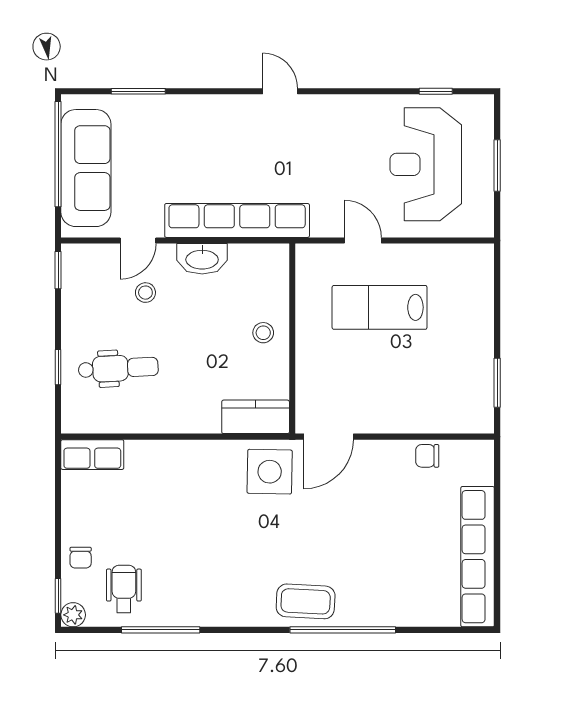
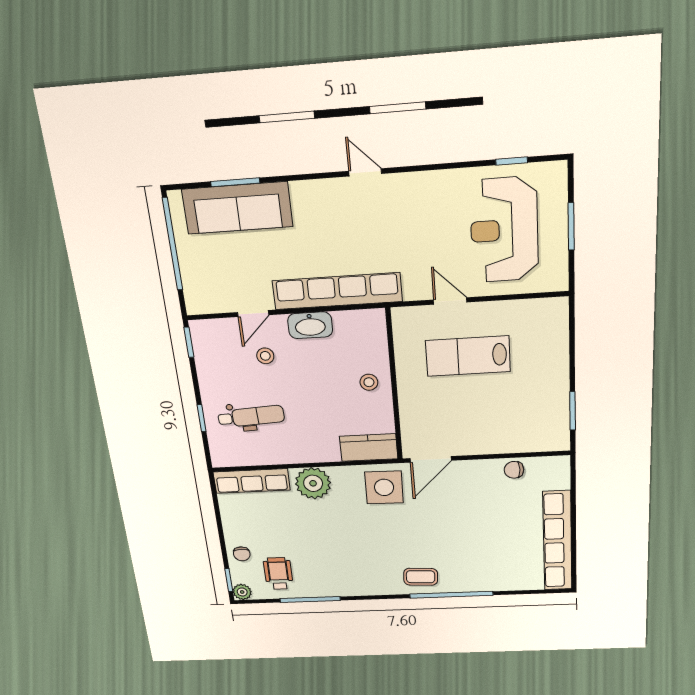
sofa: (86, 168) -> (237, 208), moved, turned 90
row of seats: (92, 455) -> (252, 481), width x1.48
plant: (183, 462) -> (313, 483), added
coffee table: (306, 601) -> (421, 577), width x0.73, depth x0.77

